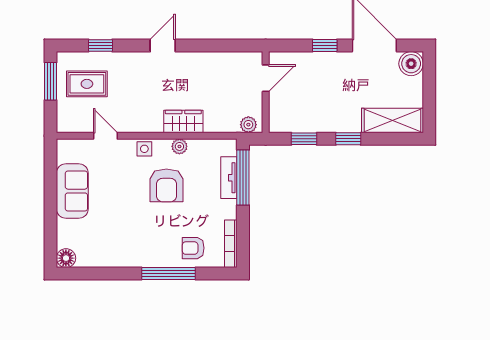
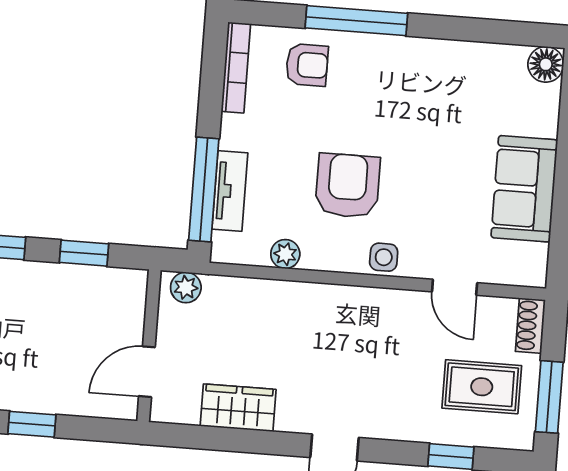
shoe rack: (63, 118) -> (530, 326), added
wardrobe: (183, 121) -> (238, 408), moved, turned 180
plant: (179, 146) -> (285, 254), moved

